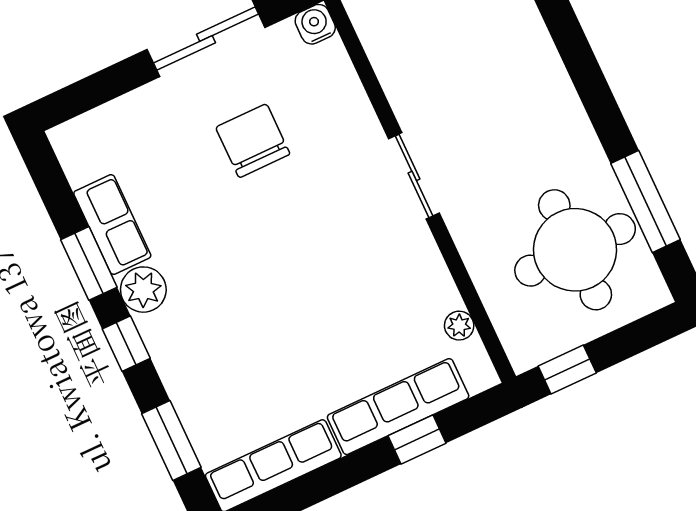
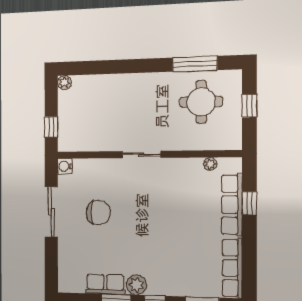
chair: (253, 141) -> (98, 213), turned 180
round table: (575, 250) -> (201, 102), width x0.73, depth x0.73
window: (567, 370) -> (249, 106), moved

